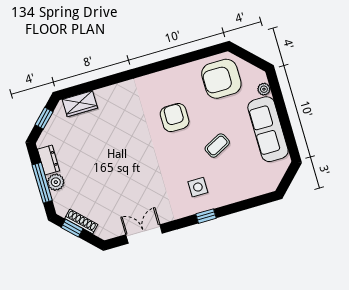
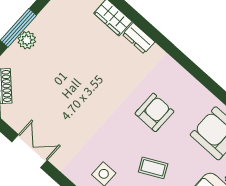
dresser: (48, 160) -> (139, 38), moved, turned 90

